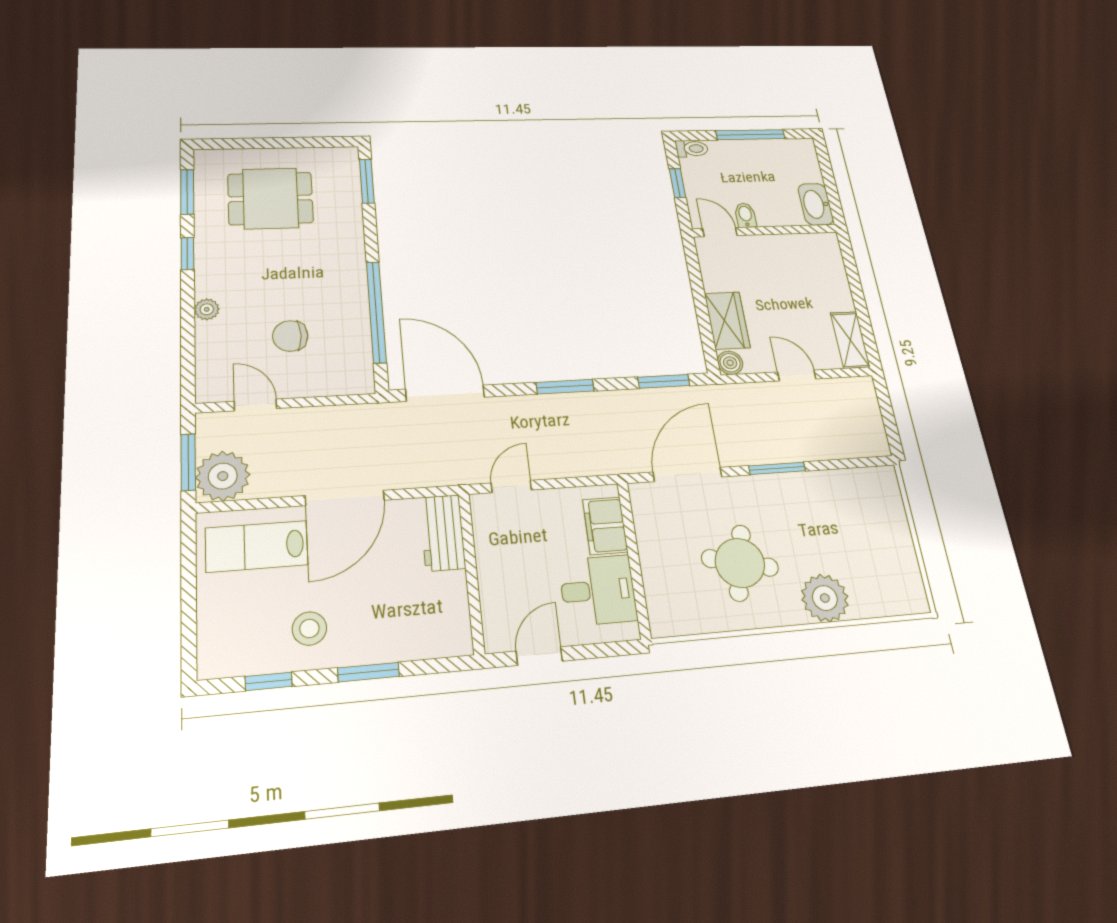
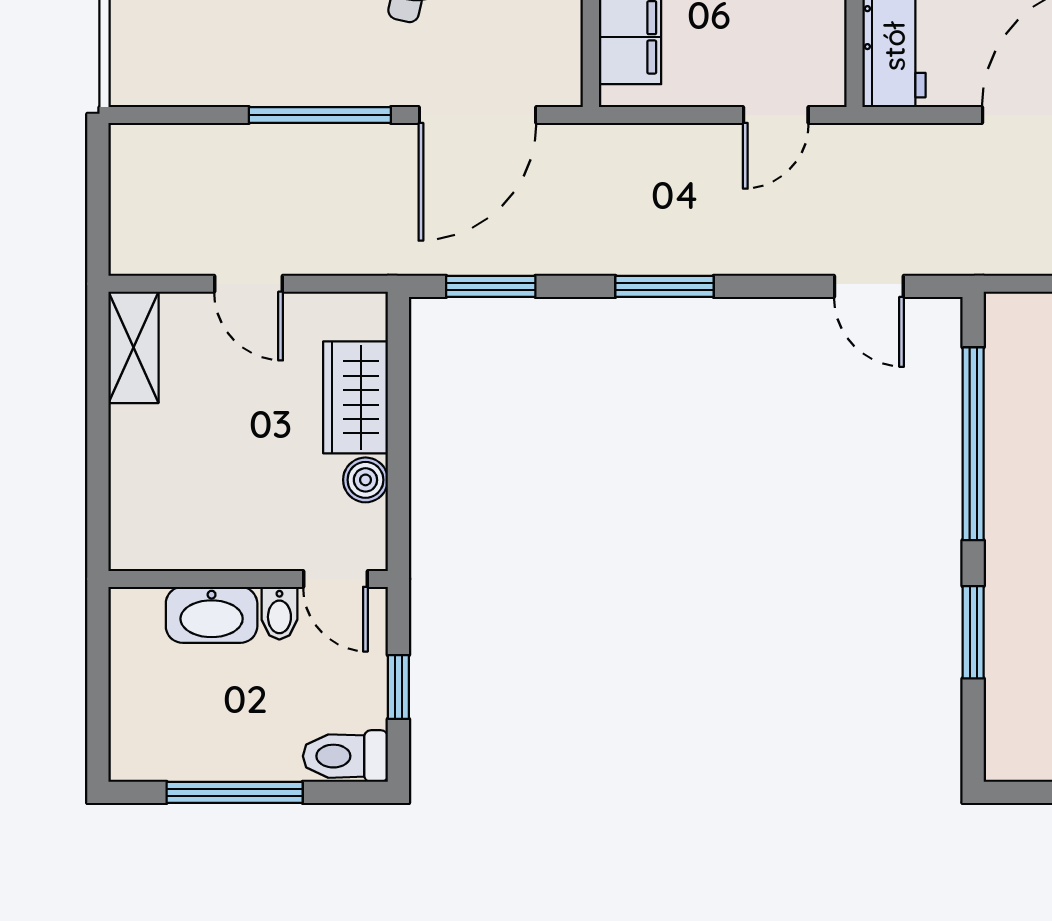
toilet: (692, 149) -> (345, 756), width x1.37, depth x1.39
window: (367, 181) -> (973, 632), moved
washbasin: (816, 204) -> (212, 615), moved, turned 90
boiler: (730, 363) -> (365, 480), moved
door: (445, 393) -> (869, 286), width x0.53
window: (777, 468) -> (320, 115), width x1.44

